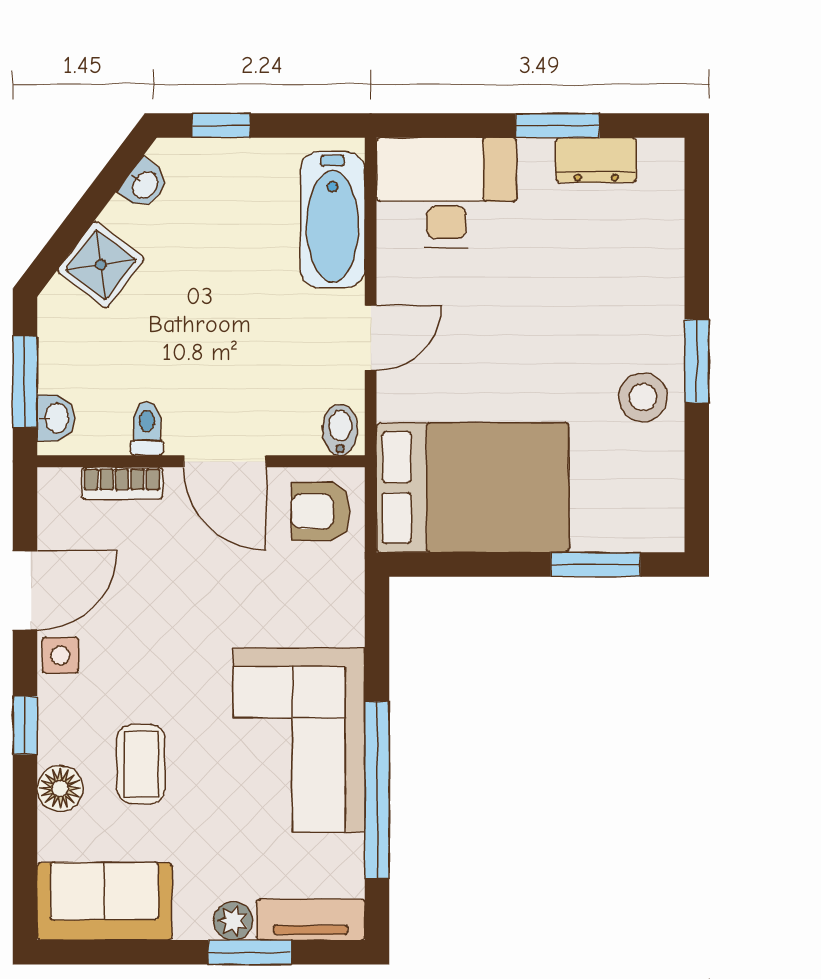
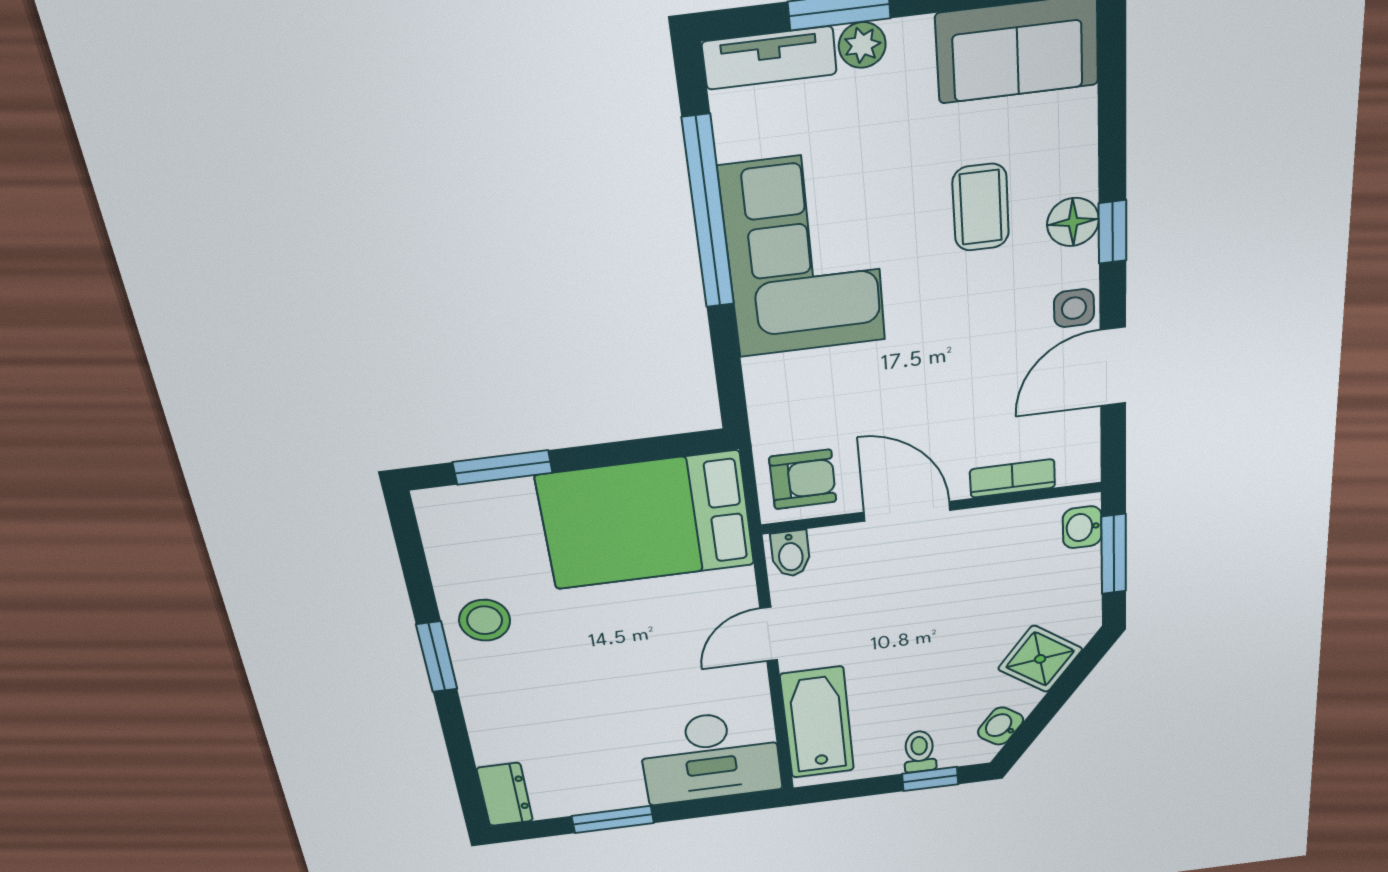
dresser: (596, 160) -> (505, 794), moved, turned 90
toilet: (147, 429) -> (920, 751), moved, turned 180
floor lamp: (60, 788) -> (1073, 222), moved

